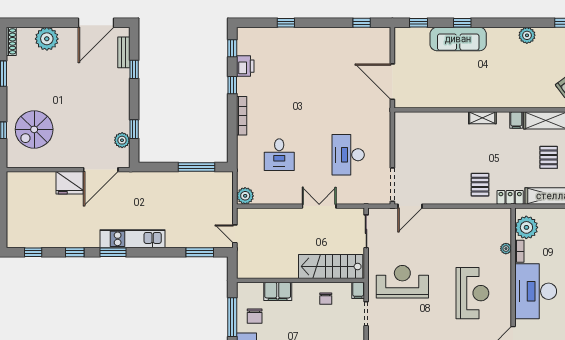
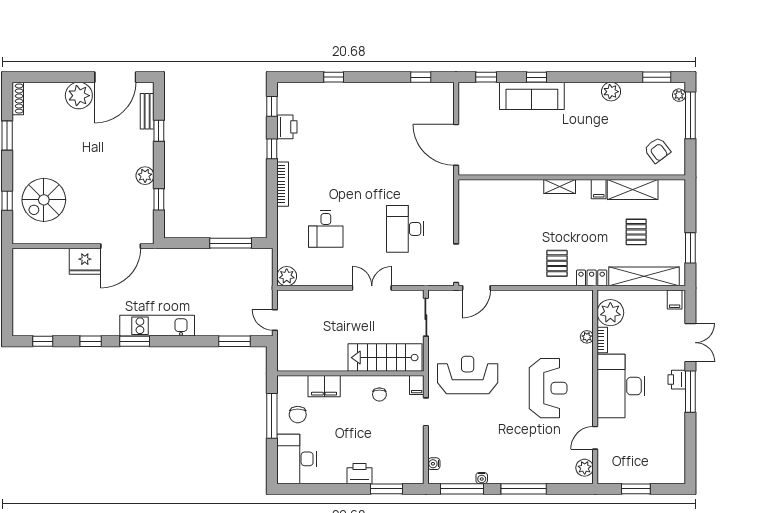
plant: (47, 39) -> (79, 96), moved
plant: (122, 140) -> (145, 176), moved

